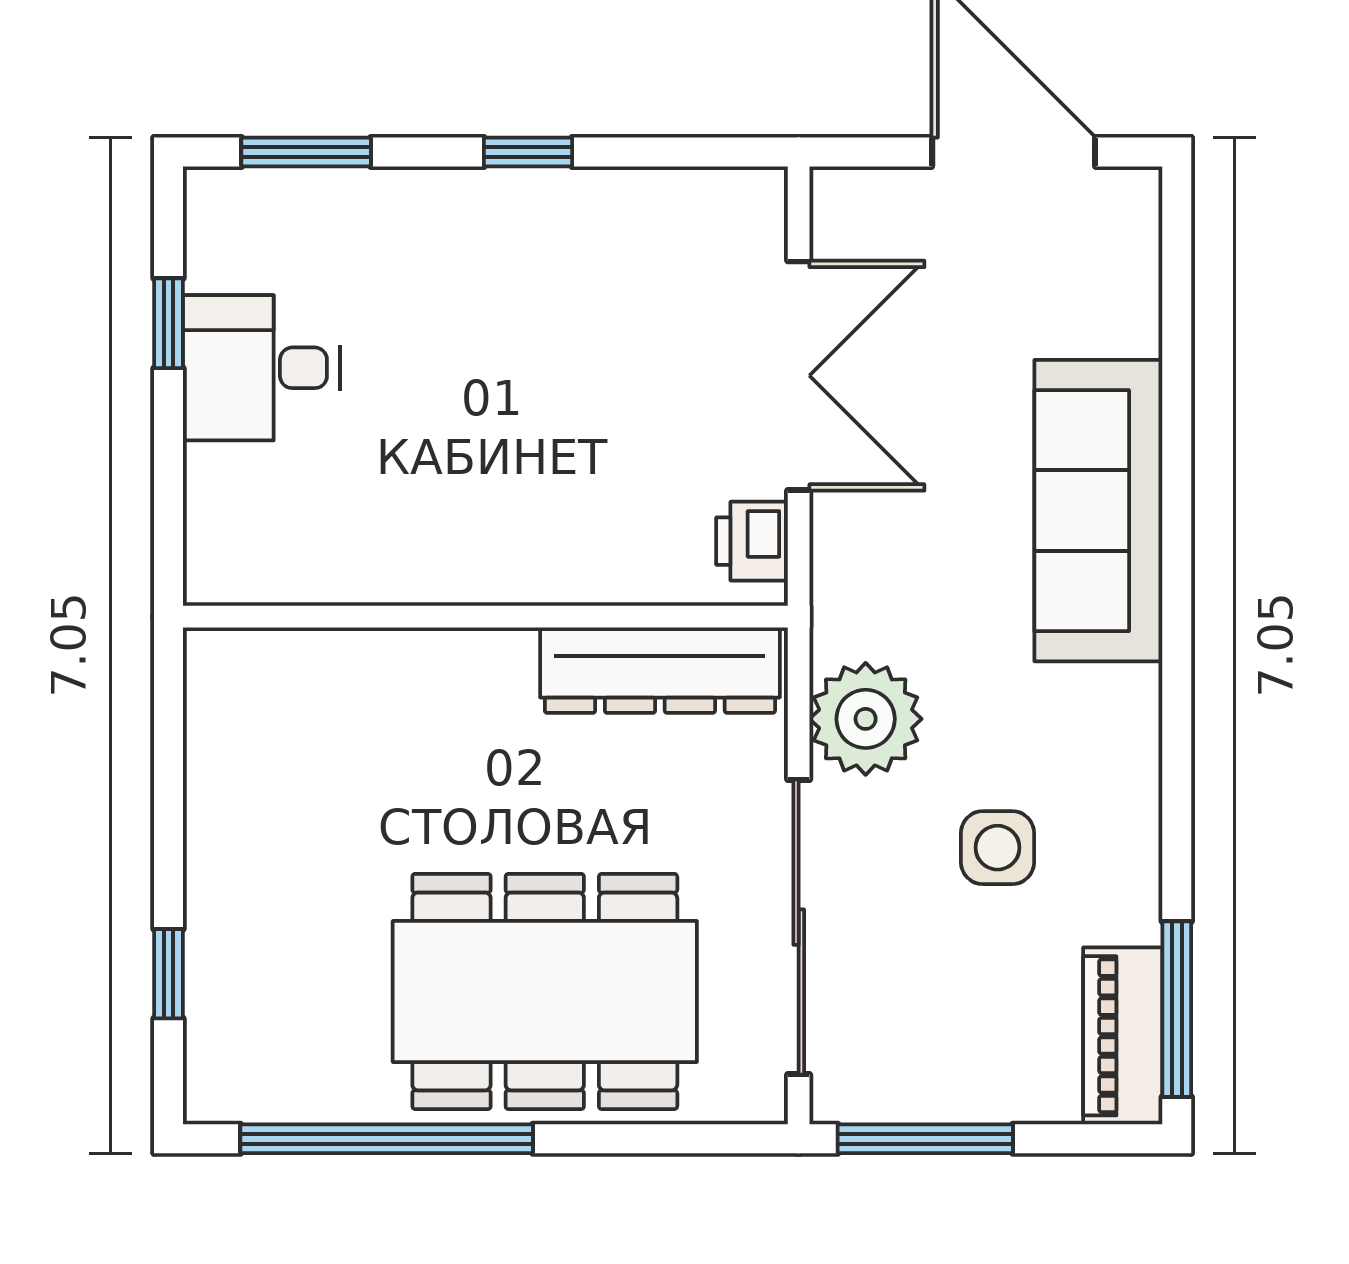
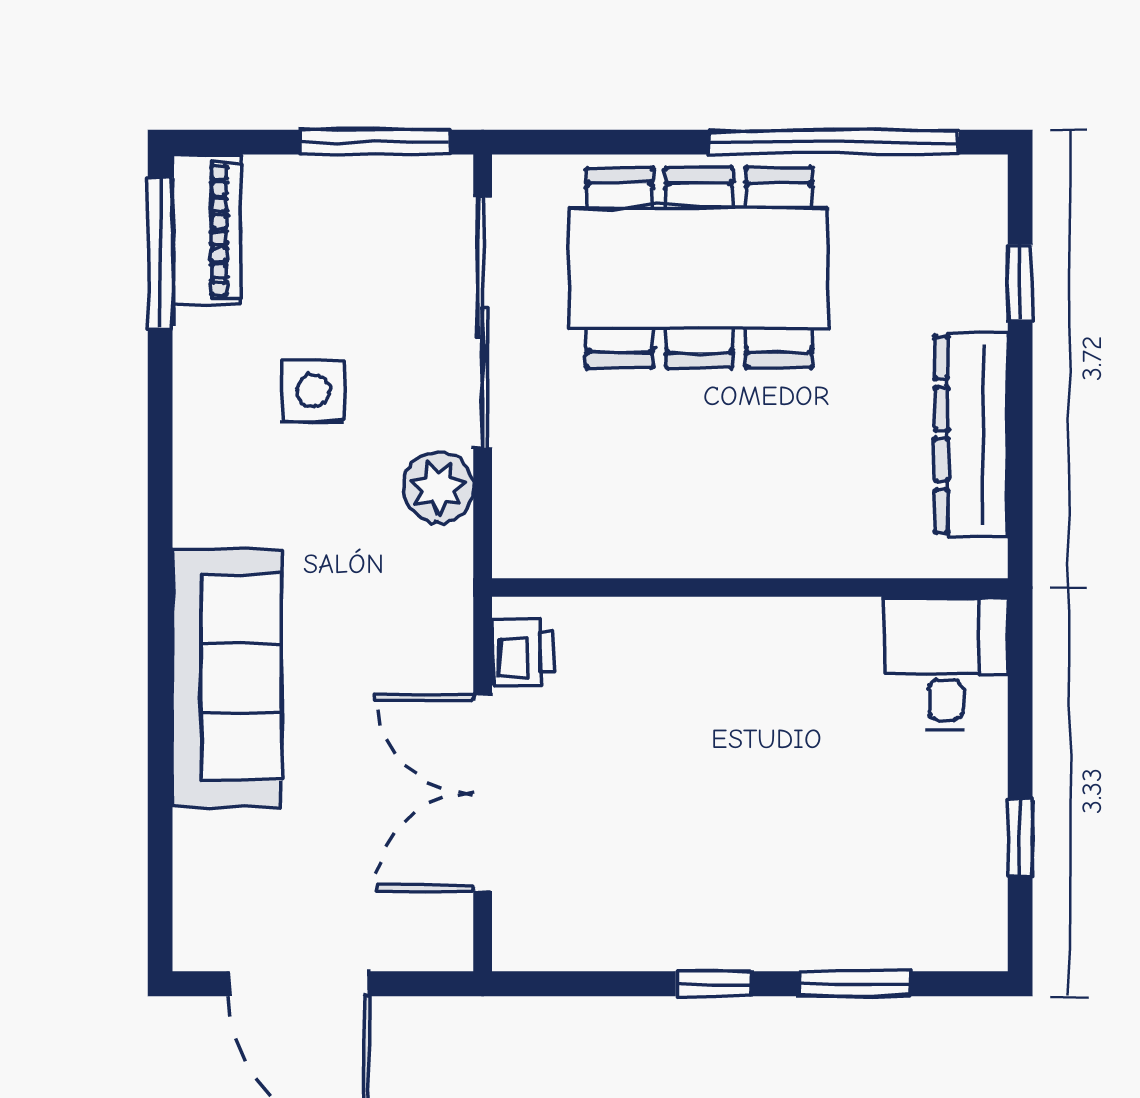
window: (306, 152) -> (854, 984), moved
desk: (261, 368) -> (946, 664), moved, turned -90
dresser: (660, 670) -> (971, 434), moved, turned -90
plant: (866, 719) -> (438, 487), width x0.73, depth x0.73

